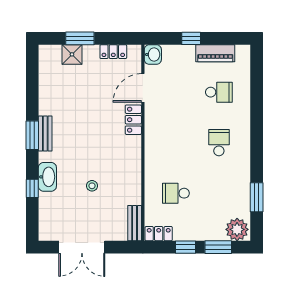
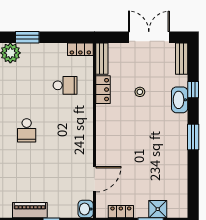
school desk: (219, 92) -> (27, 175), removed
locker: (133, 120) -> (103, 90), moved
bench: (45, 133) -> (182, 59), moved
window: (185, 247) -> (56, 37), removed

